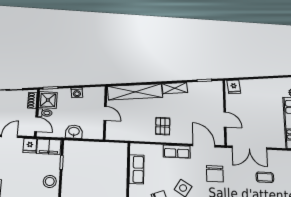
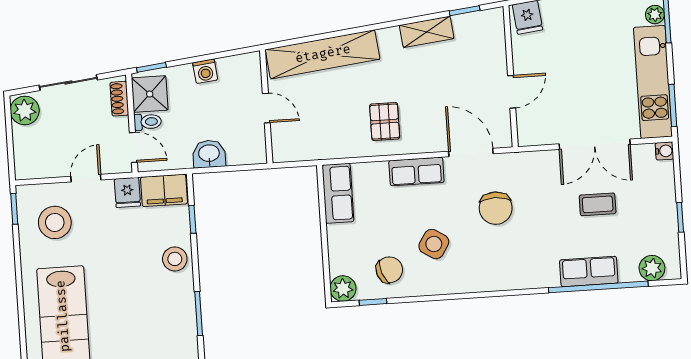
shelving: (175, 88) -> (427, 32), moved
door: (225, 120) -> (512, 92), hinge flipped
double door: (249, 148) -> (595, 144), moved
row of seats: (137, 169) -> (338, 193), moved

